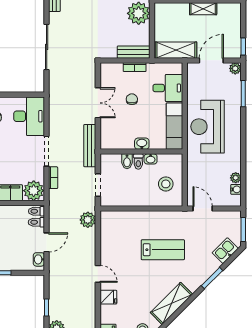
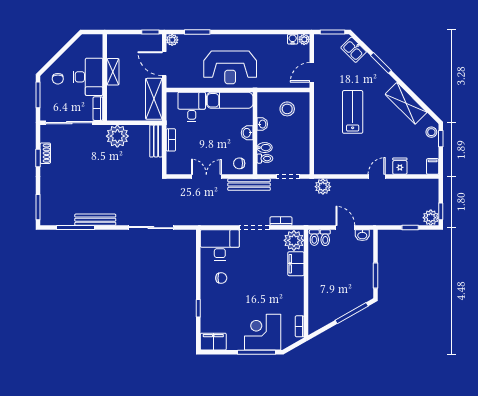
chair: (132, 99) -> (239, 163), moved
toilet: (138, 162) -> (265, 159), moved
plant: (236, 178) -> (304, 39), moved

